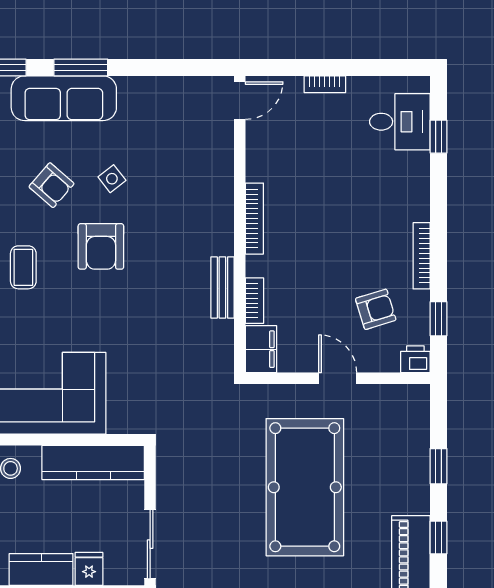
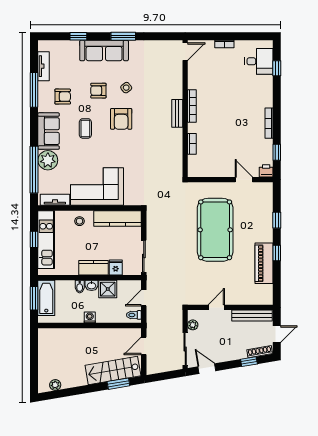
window: (81, 67) -> (123, 36), moved
armchair: (52, 185) -> (98, 91), turned 139
bench: (222, 288) -> (177, 113), moved
armchair: (376, 309) -> (248, 148), removed
filing cabinet: (261, 349) -> (195, 166), removed
door: (338, 378) -> (244, 180), moved

